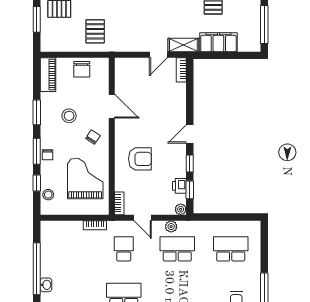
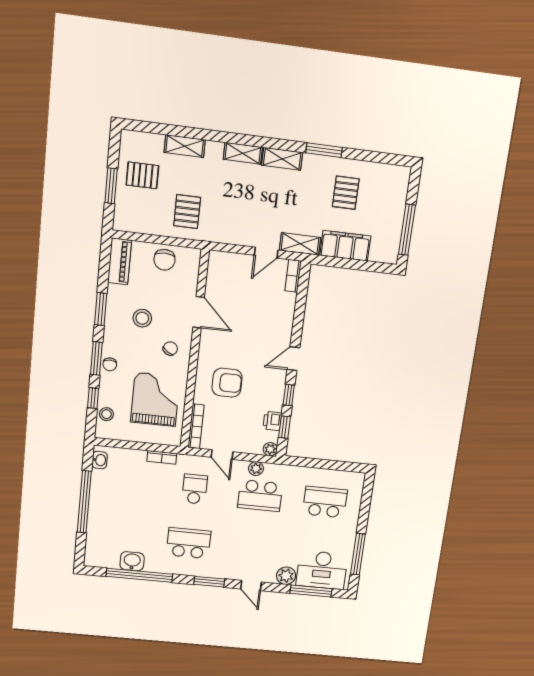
bookcase: (119, 203) -> (196, 426), width x1.56
school desk: (177, 249) -> (260, 496), turned 180
washbasin: (46, 285) -> (100, 460), moved

